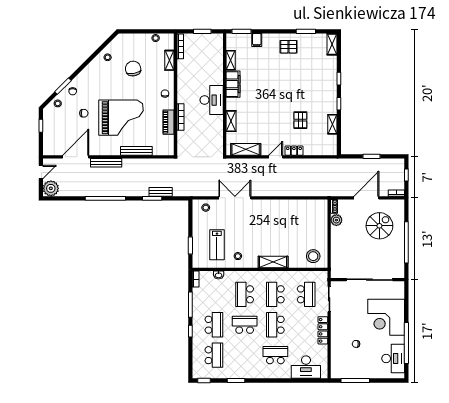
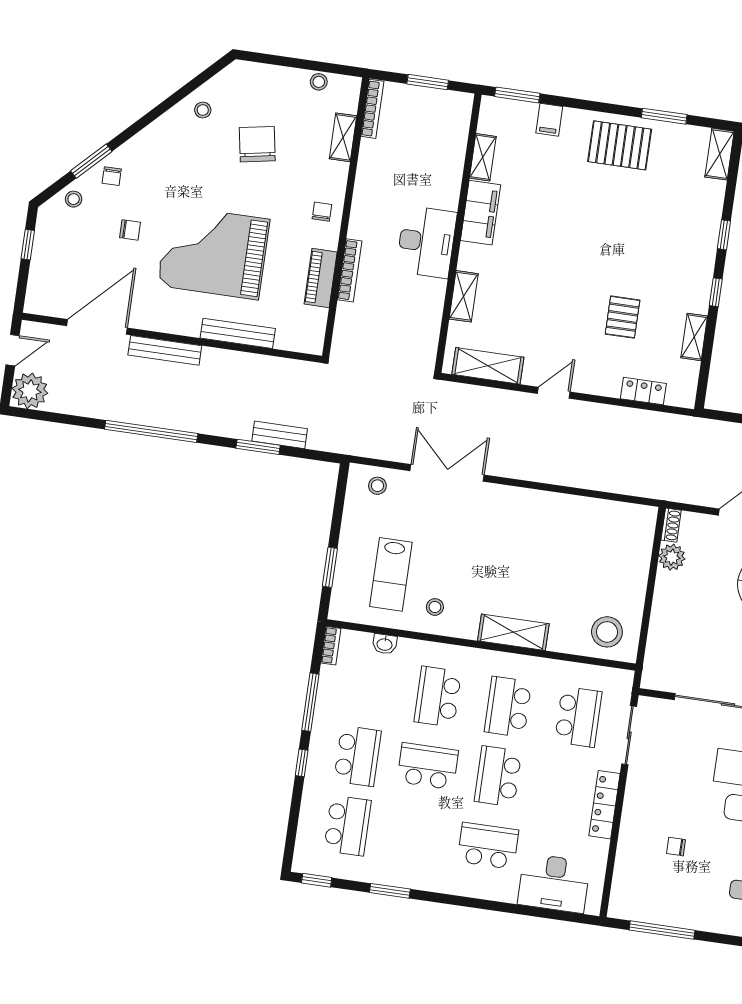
pallet: (289, 47) -> (620, 145), width x1.50, depth x1.42
grand piano: (121, 118) -> (214, 252), turned 180
locker: (294, 151) -> (643, 391), moved

